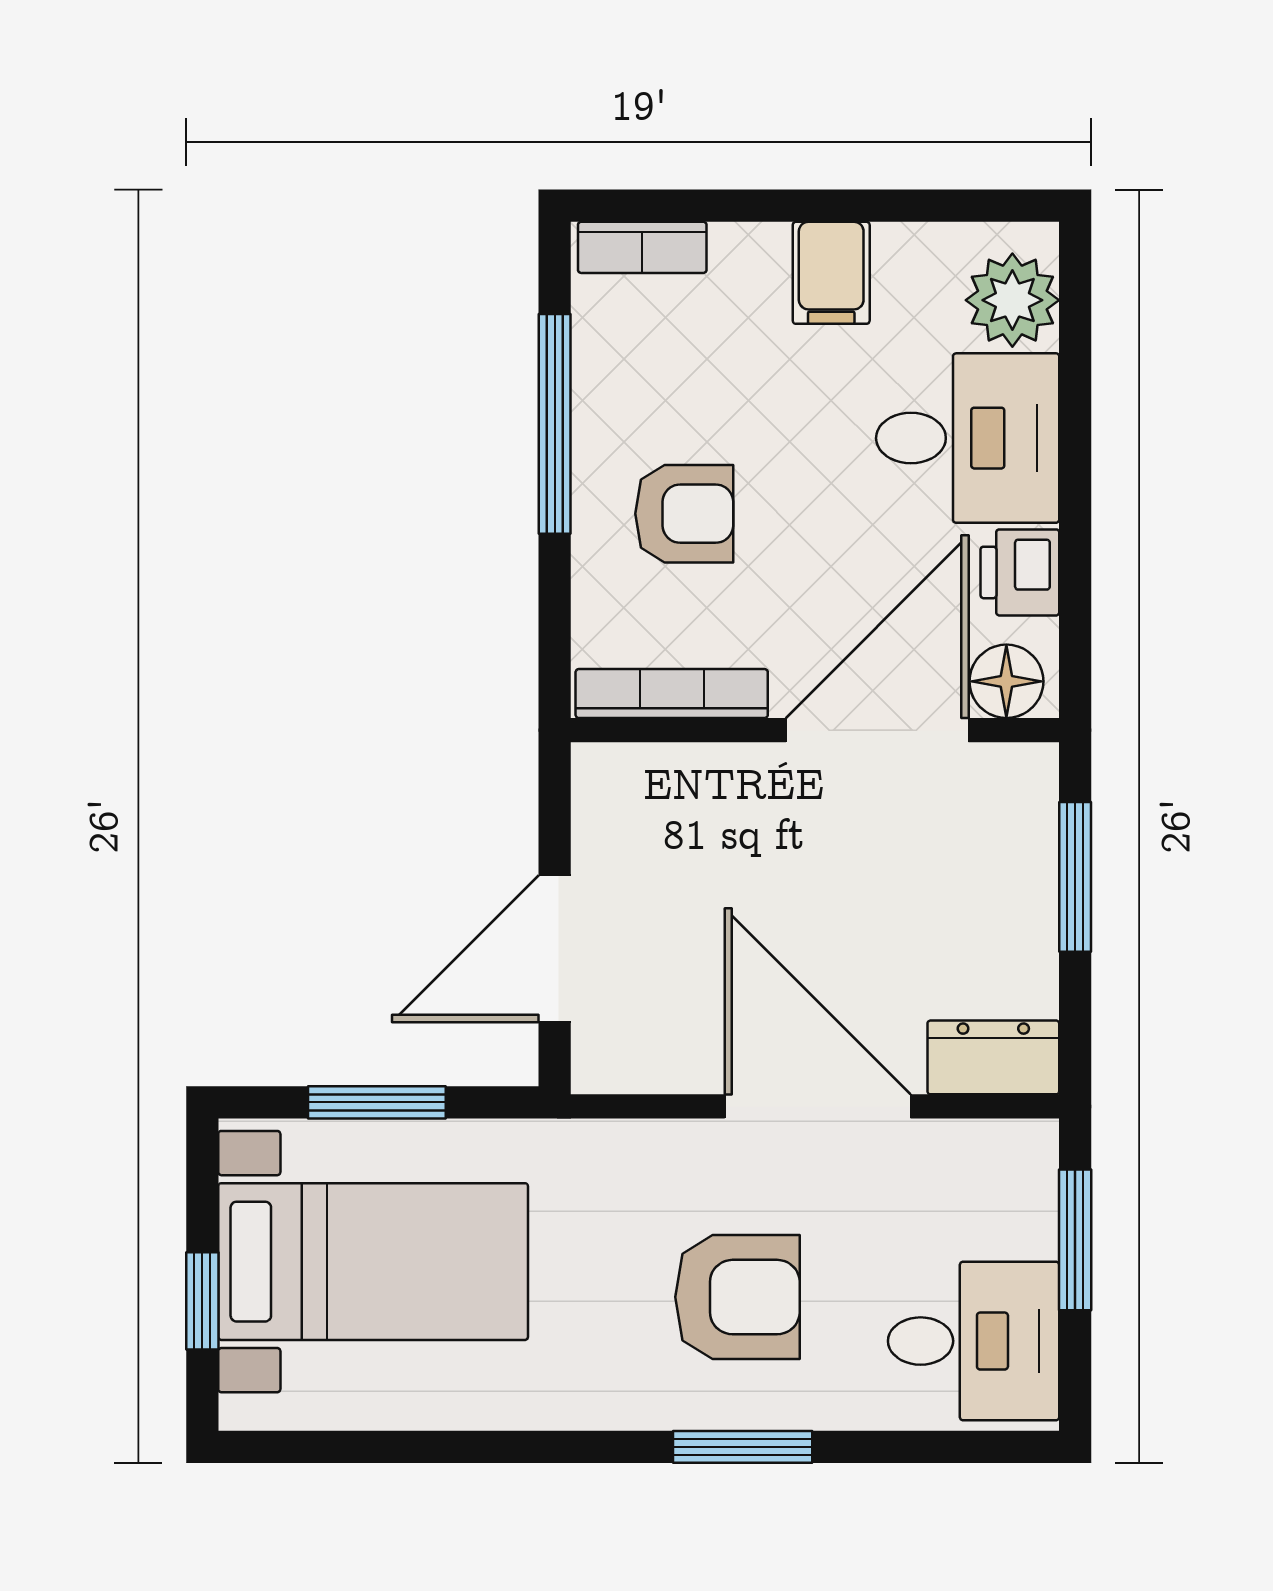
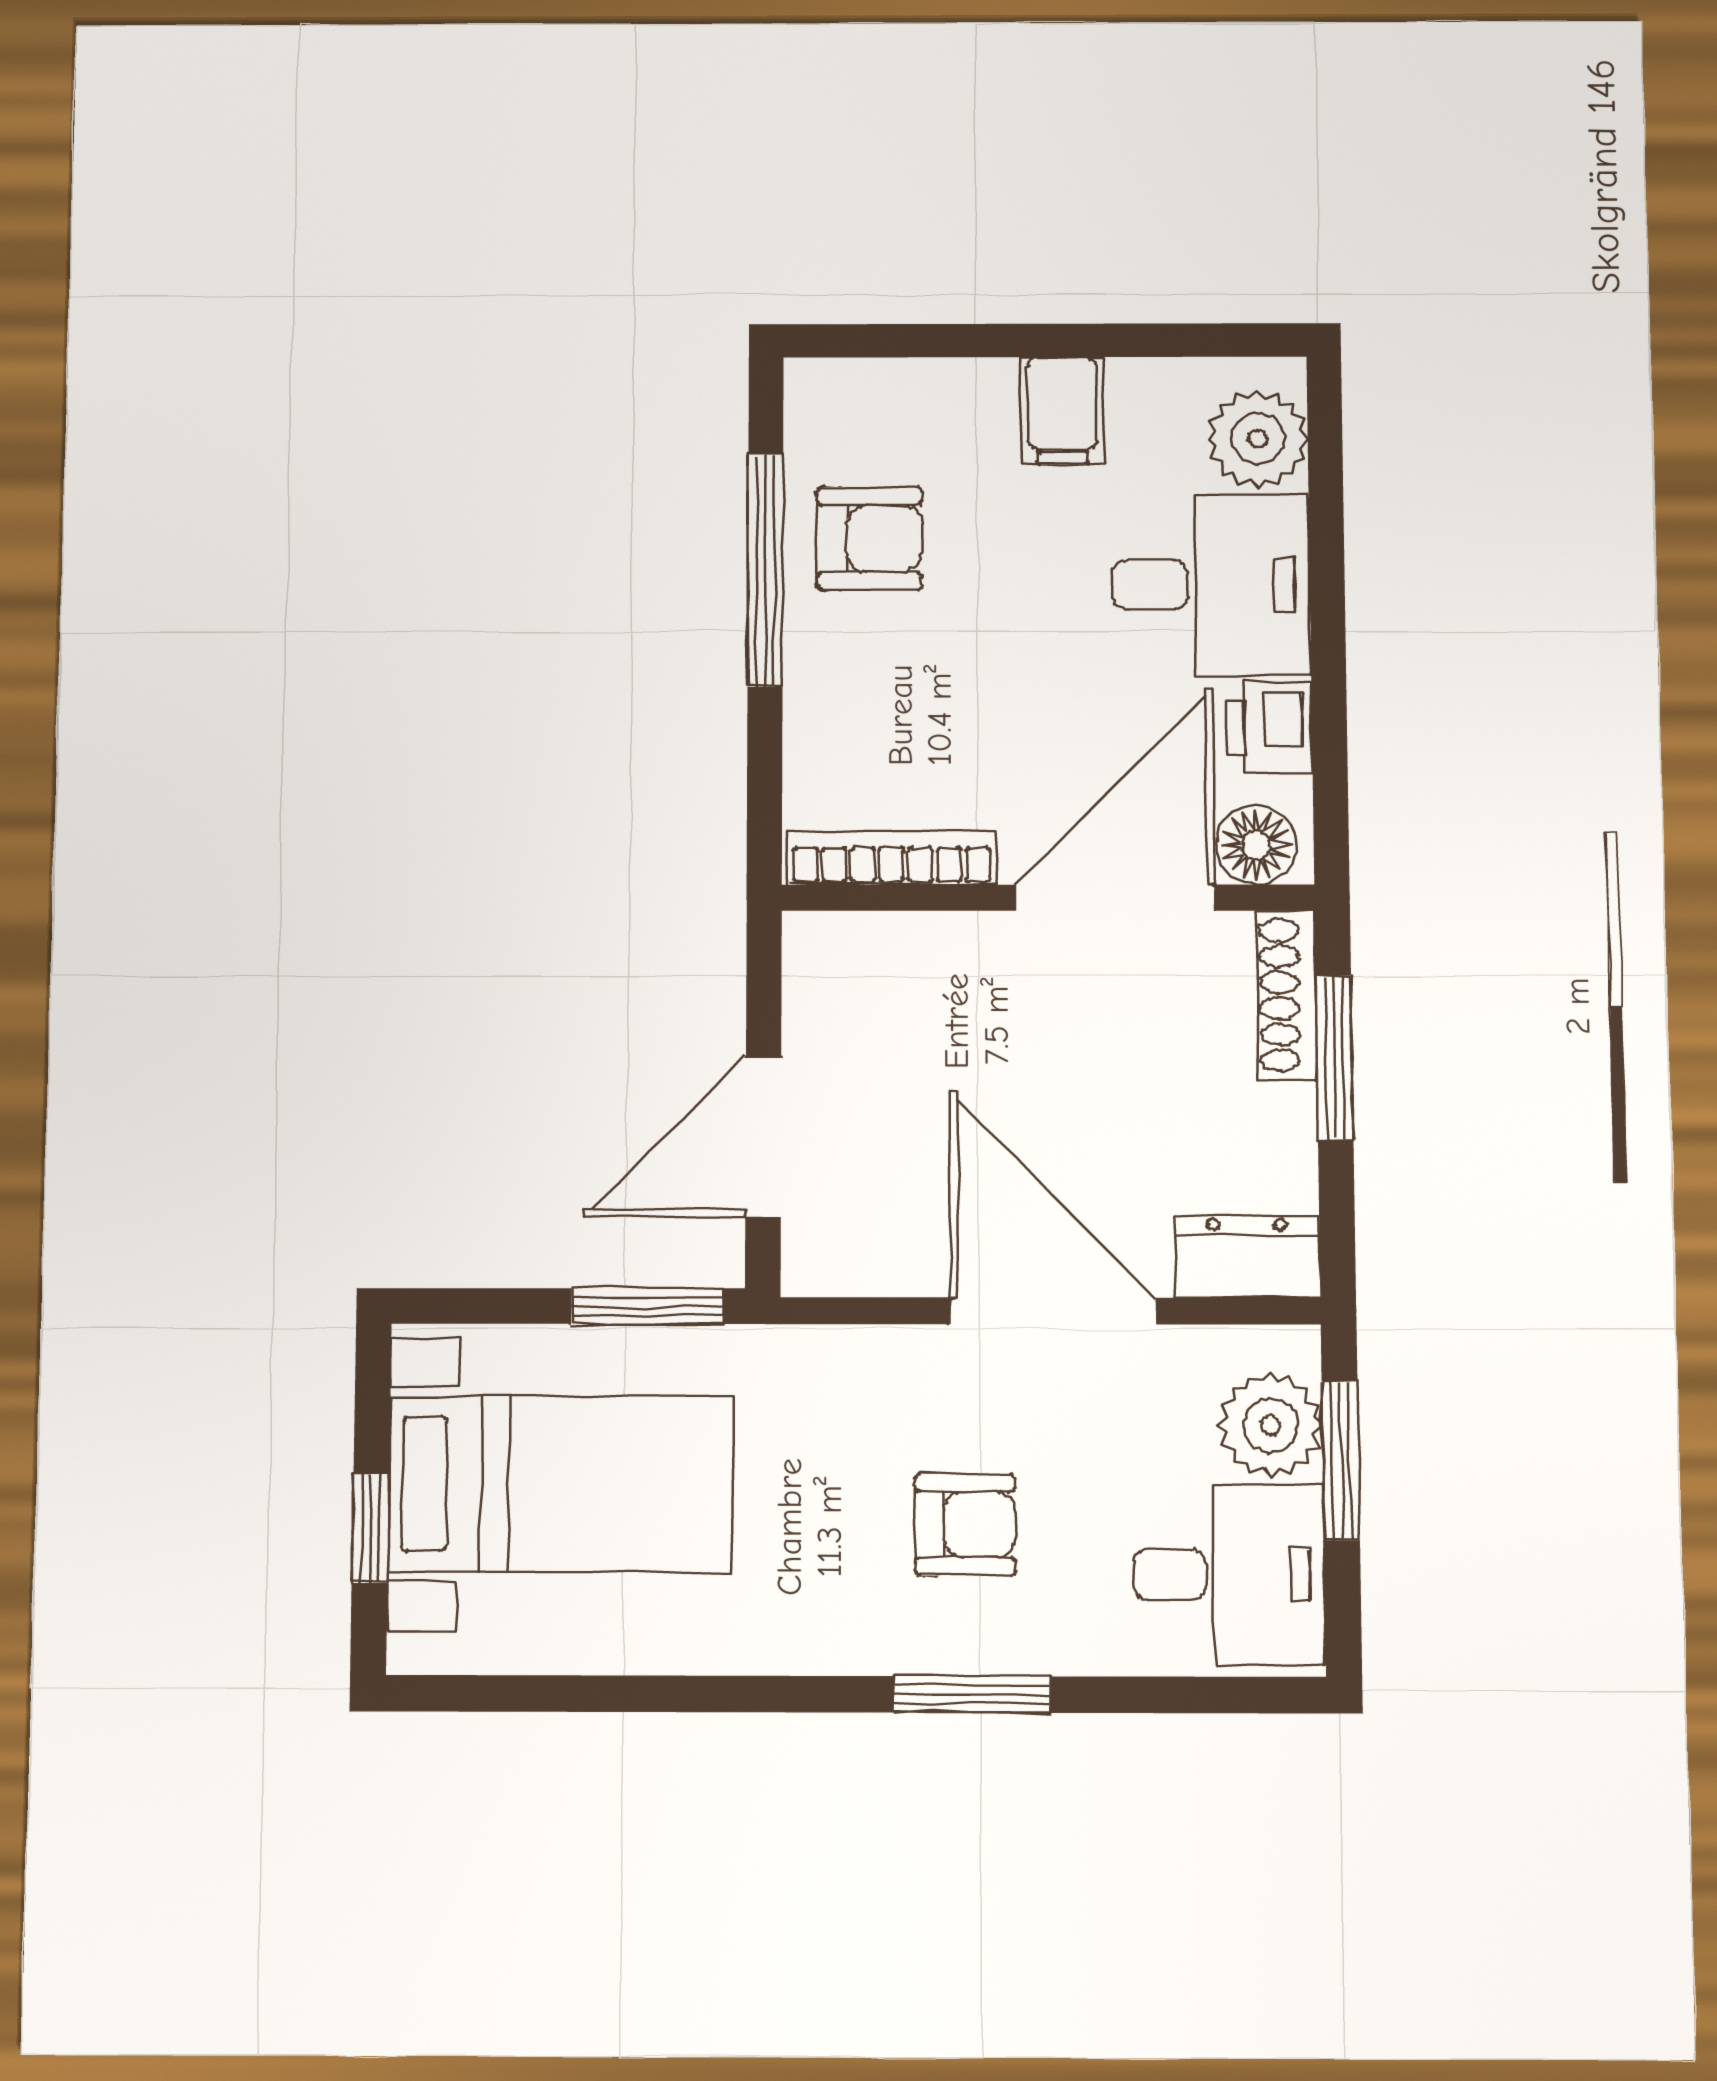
bookcase: (642, 247) -> (860, 384), removed
armchair: (684, 514) -> (870, 539), moved
shoe rack: (1033, 820) -> (1287, 995), added
window: (377, 1102) -> (648, 1306), moved
plant: (1013, 1209) -> (1271, 1426), added
armchair: (737, 1297) -> (965, 1524), width x0.72, depth x0.72

